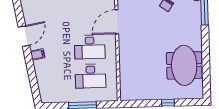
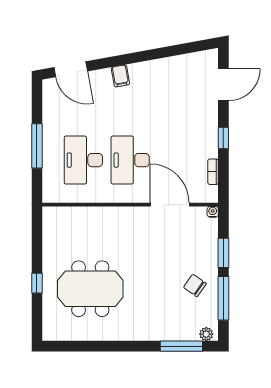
door: (24, 36) -> (71, 69), moved
meeting table: (184, 65) -> (90, 289), moved

